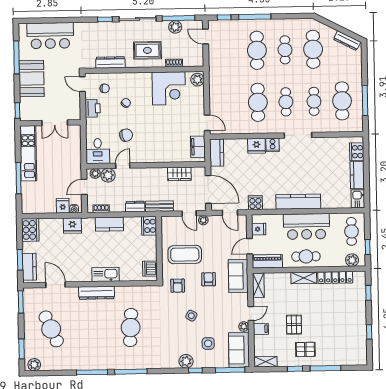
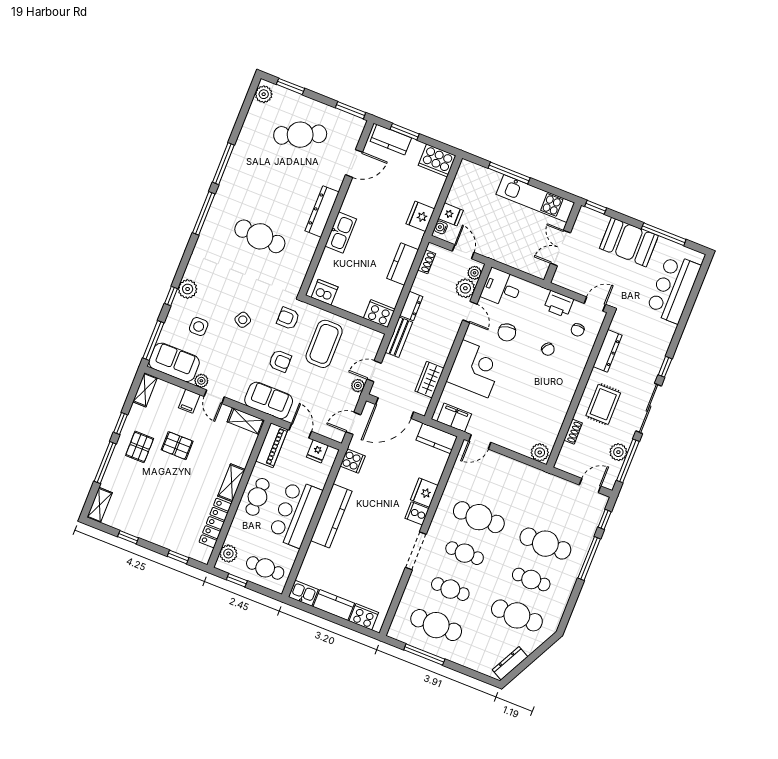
corner desk: (169, 88) -> (475, 369), moved, turned 180
shelving: (355, 360) -> (100, 505), added

